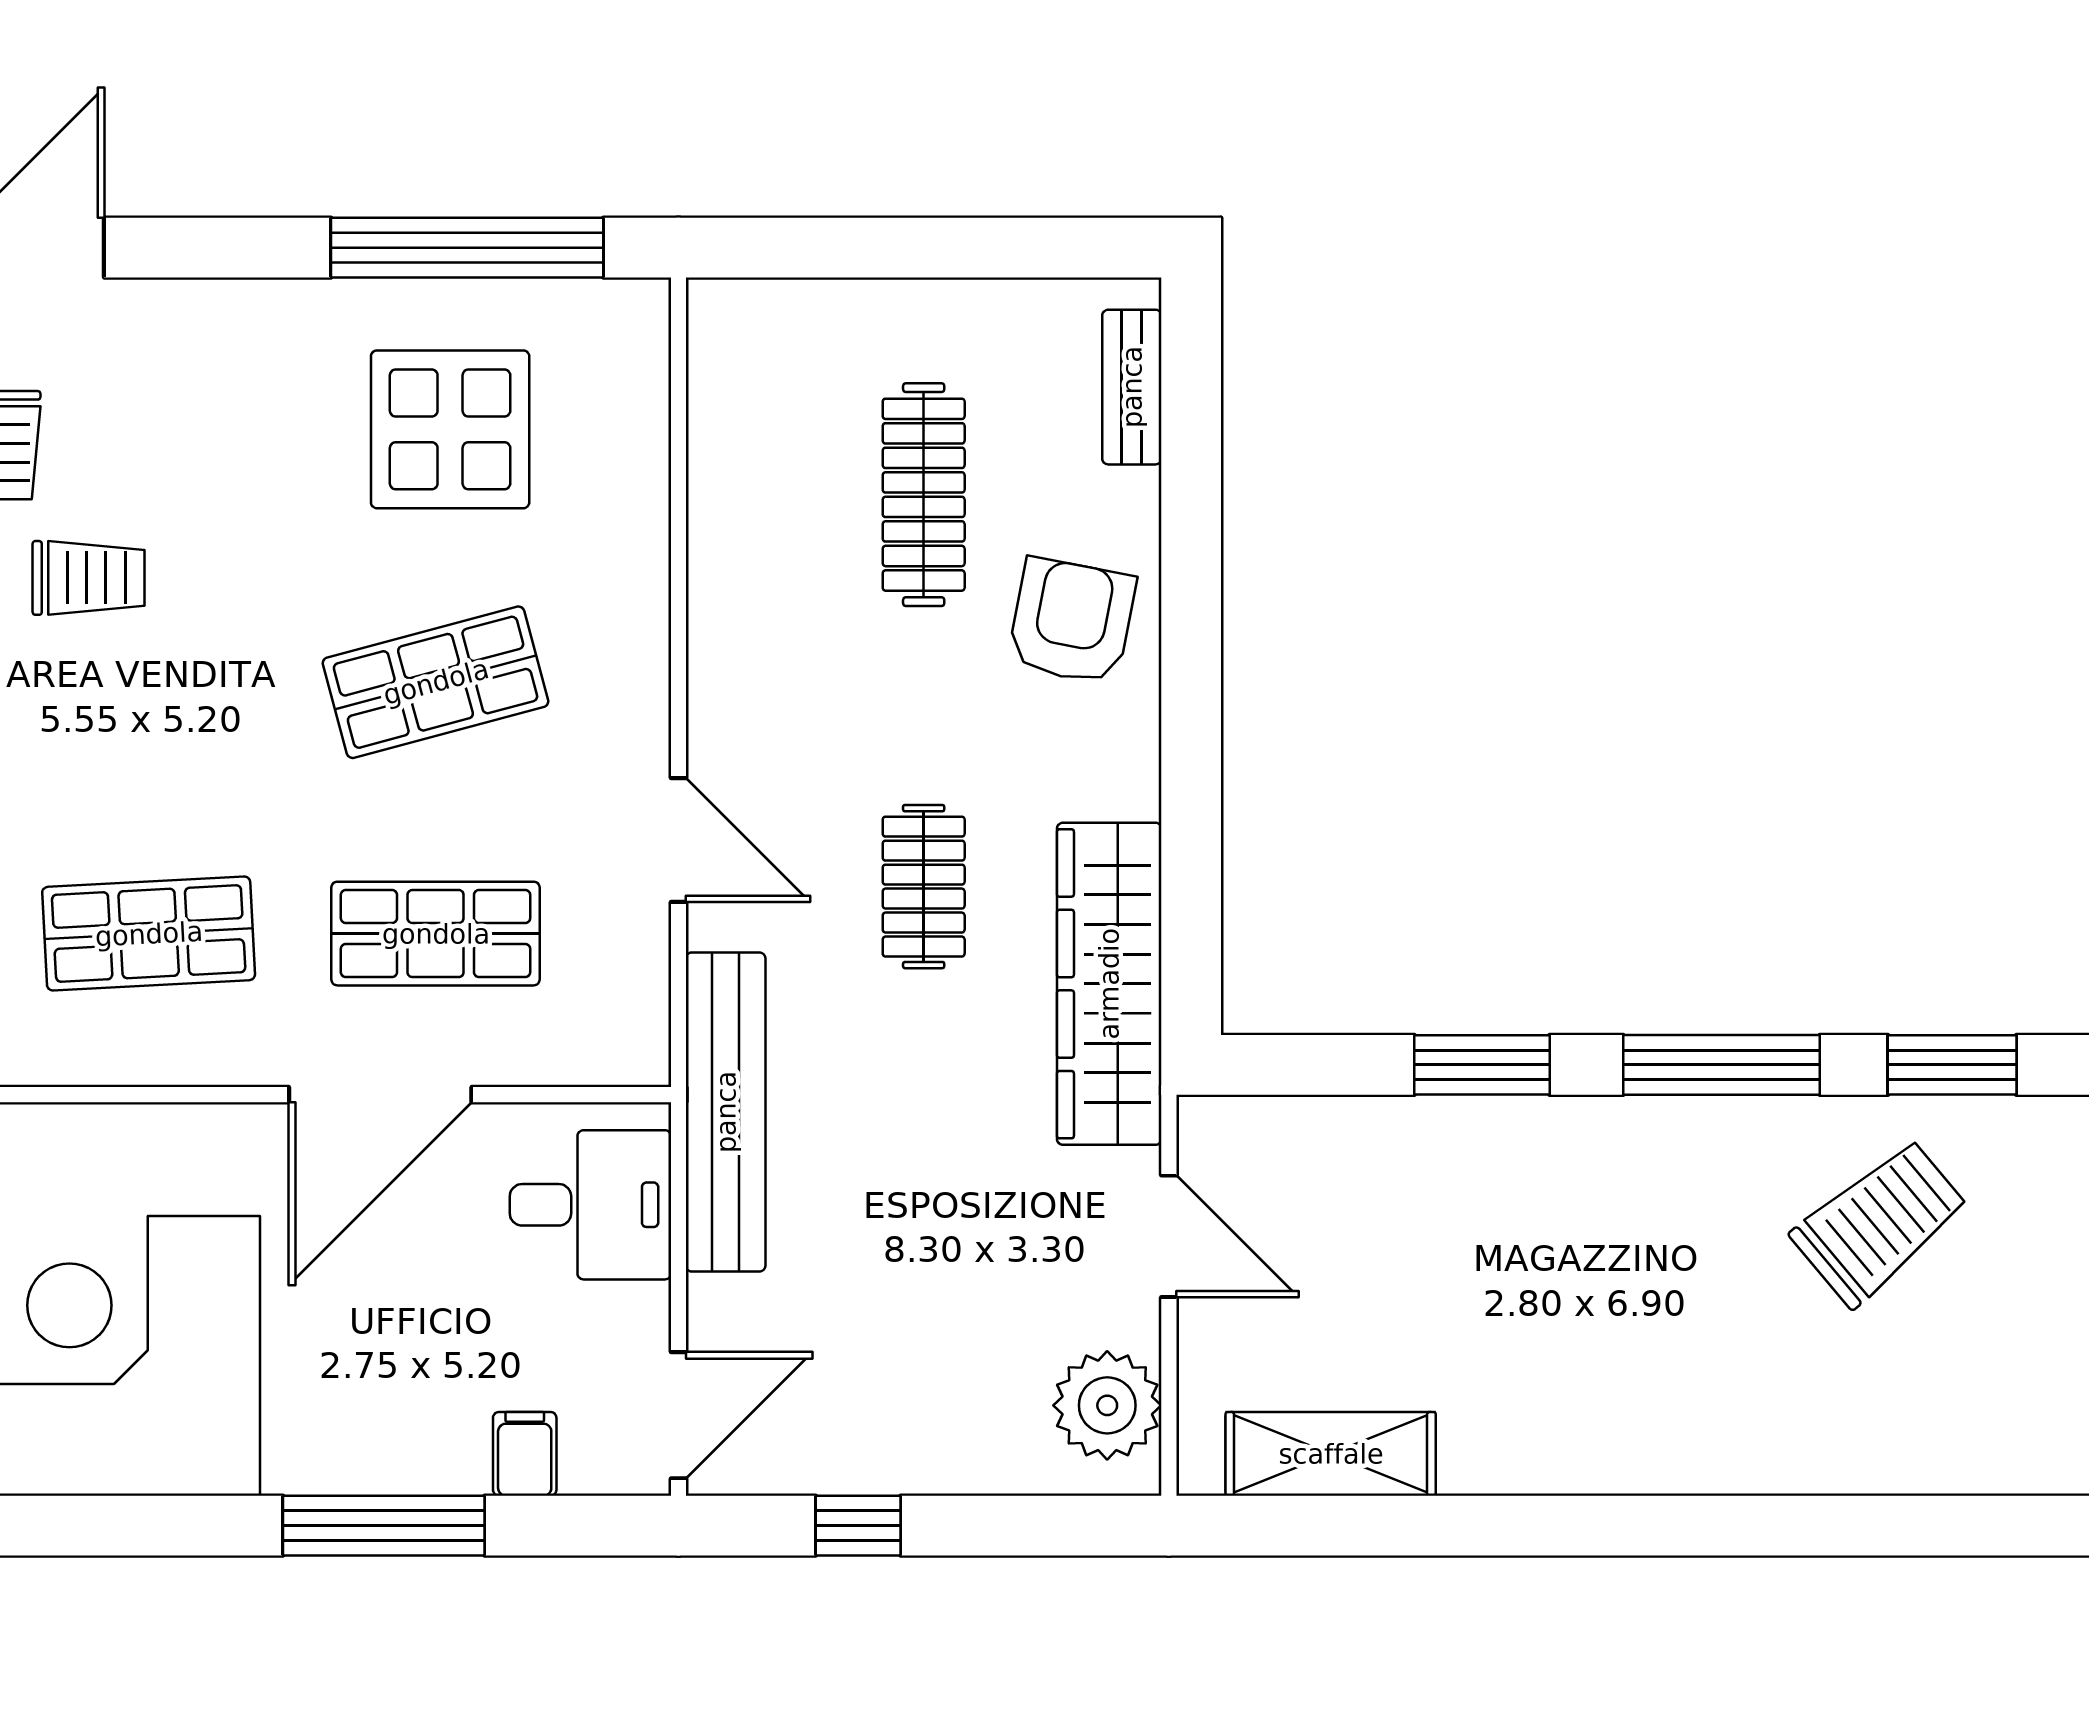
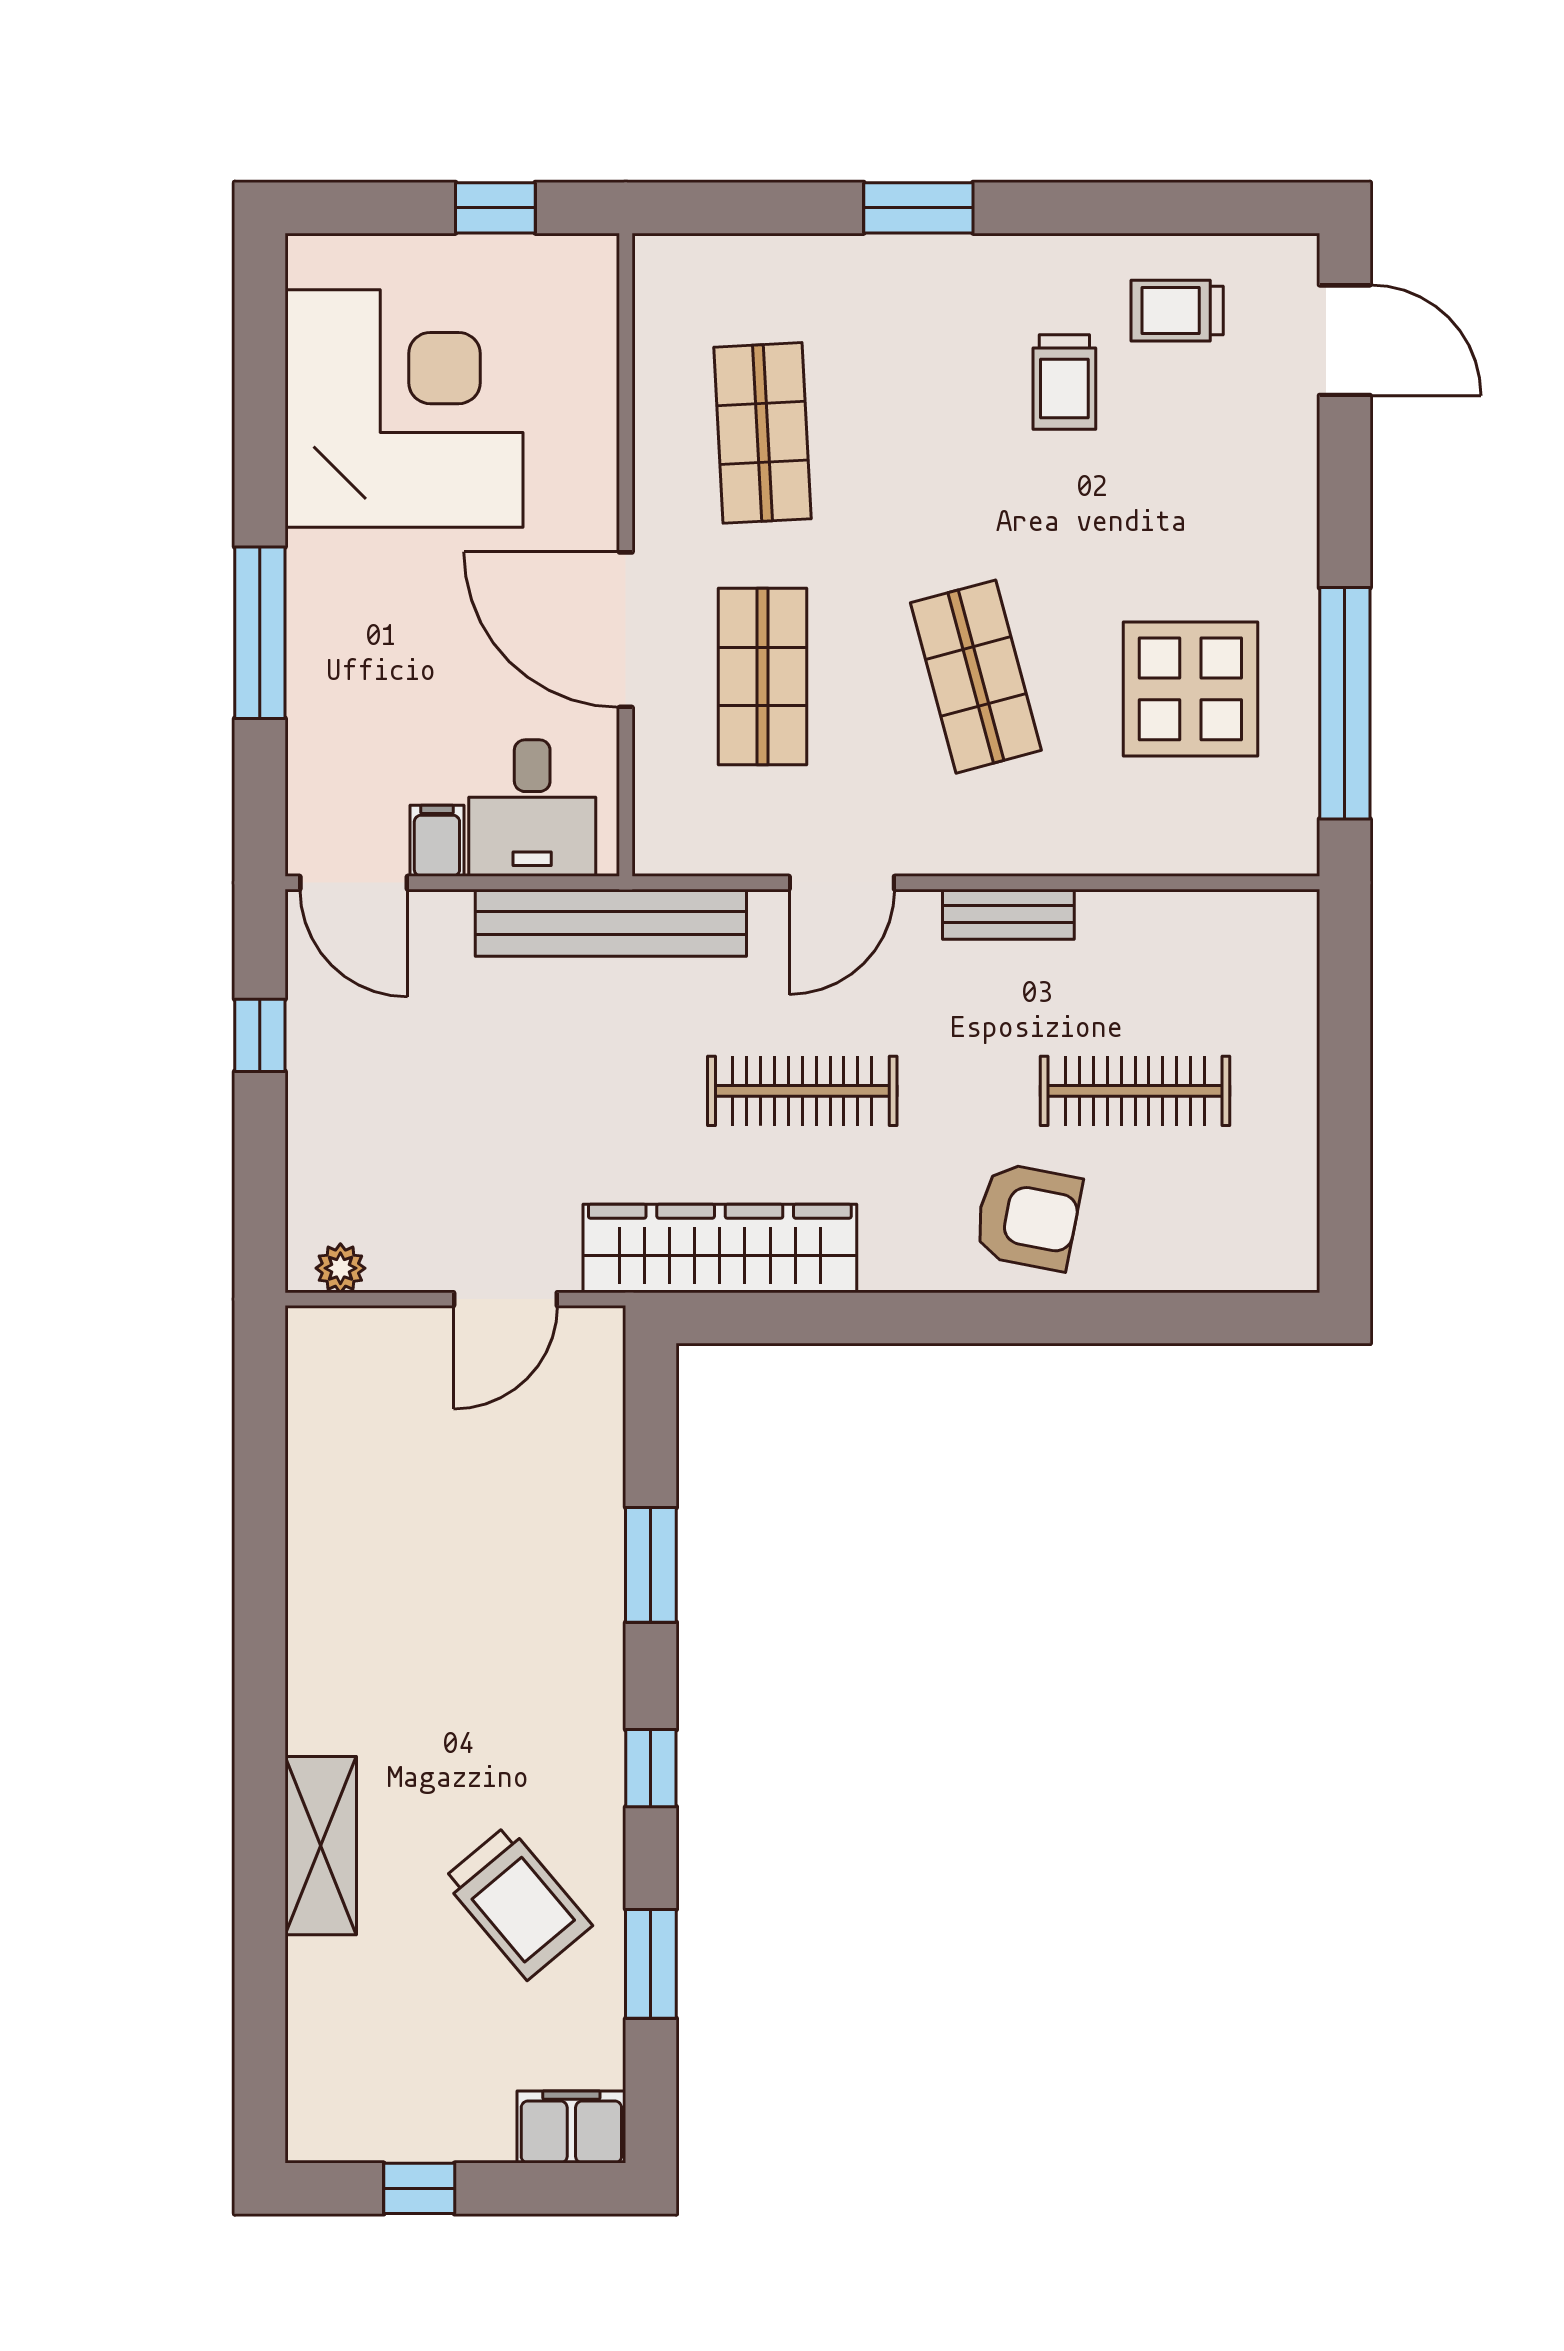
bench: (1132, 387) -> (1008, 914), moved
clothes rail: (924, 887) -> (802, 1091), width x1.36
window: (1722, 1065) -> (651, 1768), width x0.46
plant: (1107, 1405) -> (340, 1268), width x0.53, depth x0.53
filing cabinet: (525, 1454) -> (437, 841), moved, turned -90
shelving: (1331, 1454) -> (321, 1846), moved

